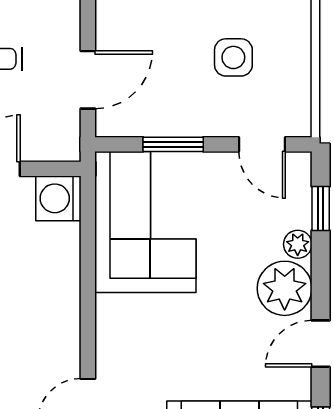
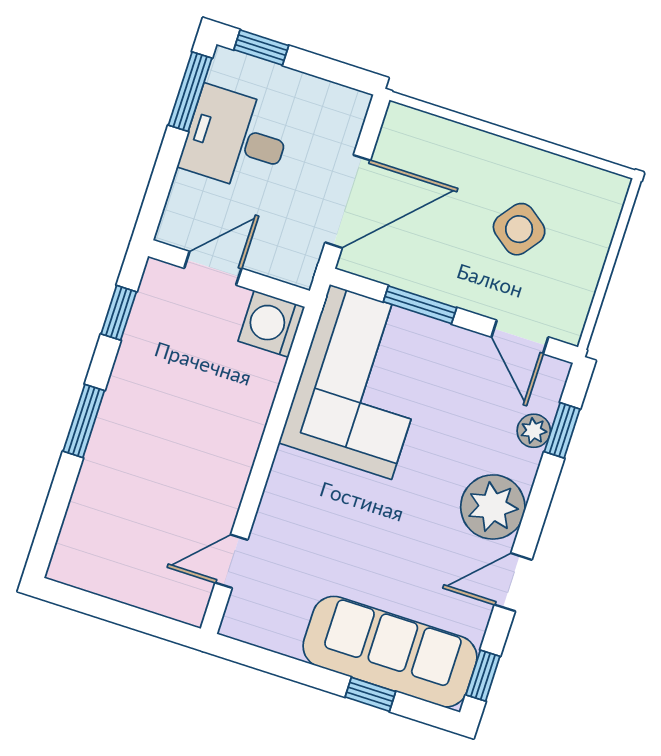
side table: (233, 57) -> (519, 229), turned 37
door: (88, 80) -> (348, 201), width x1.36
plant: (298, 244) -> (534, 431), moved

